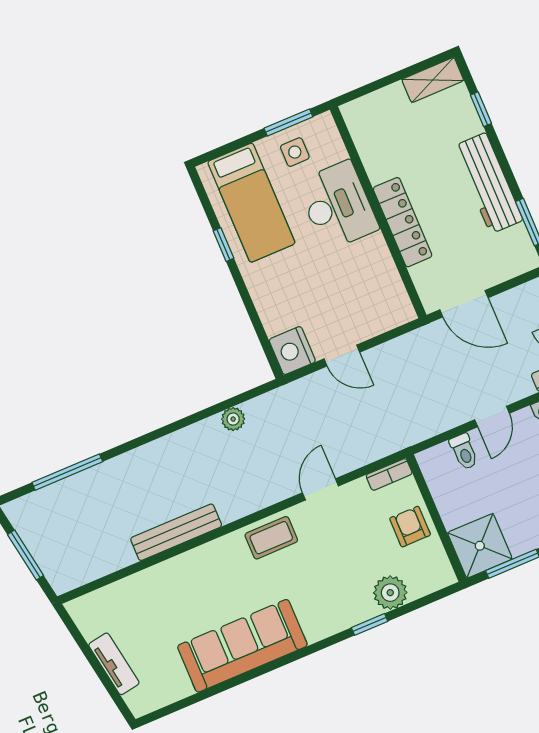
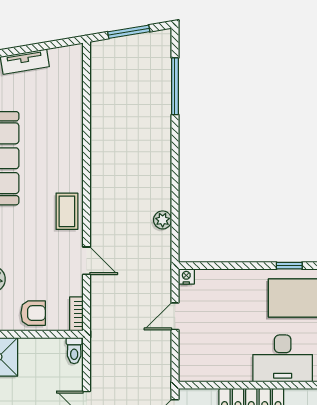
nightstand: (292, 351) -> (186, 276), width x0.53, depth x0.56
toilet: (464, 452) -> (74, 351), moved, turned -90
bench: (176, 532) -> (99, 145), removed

